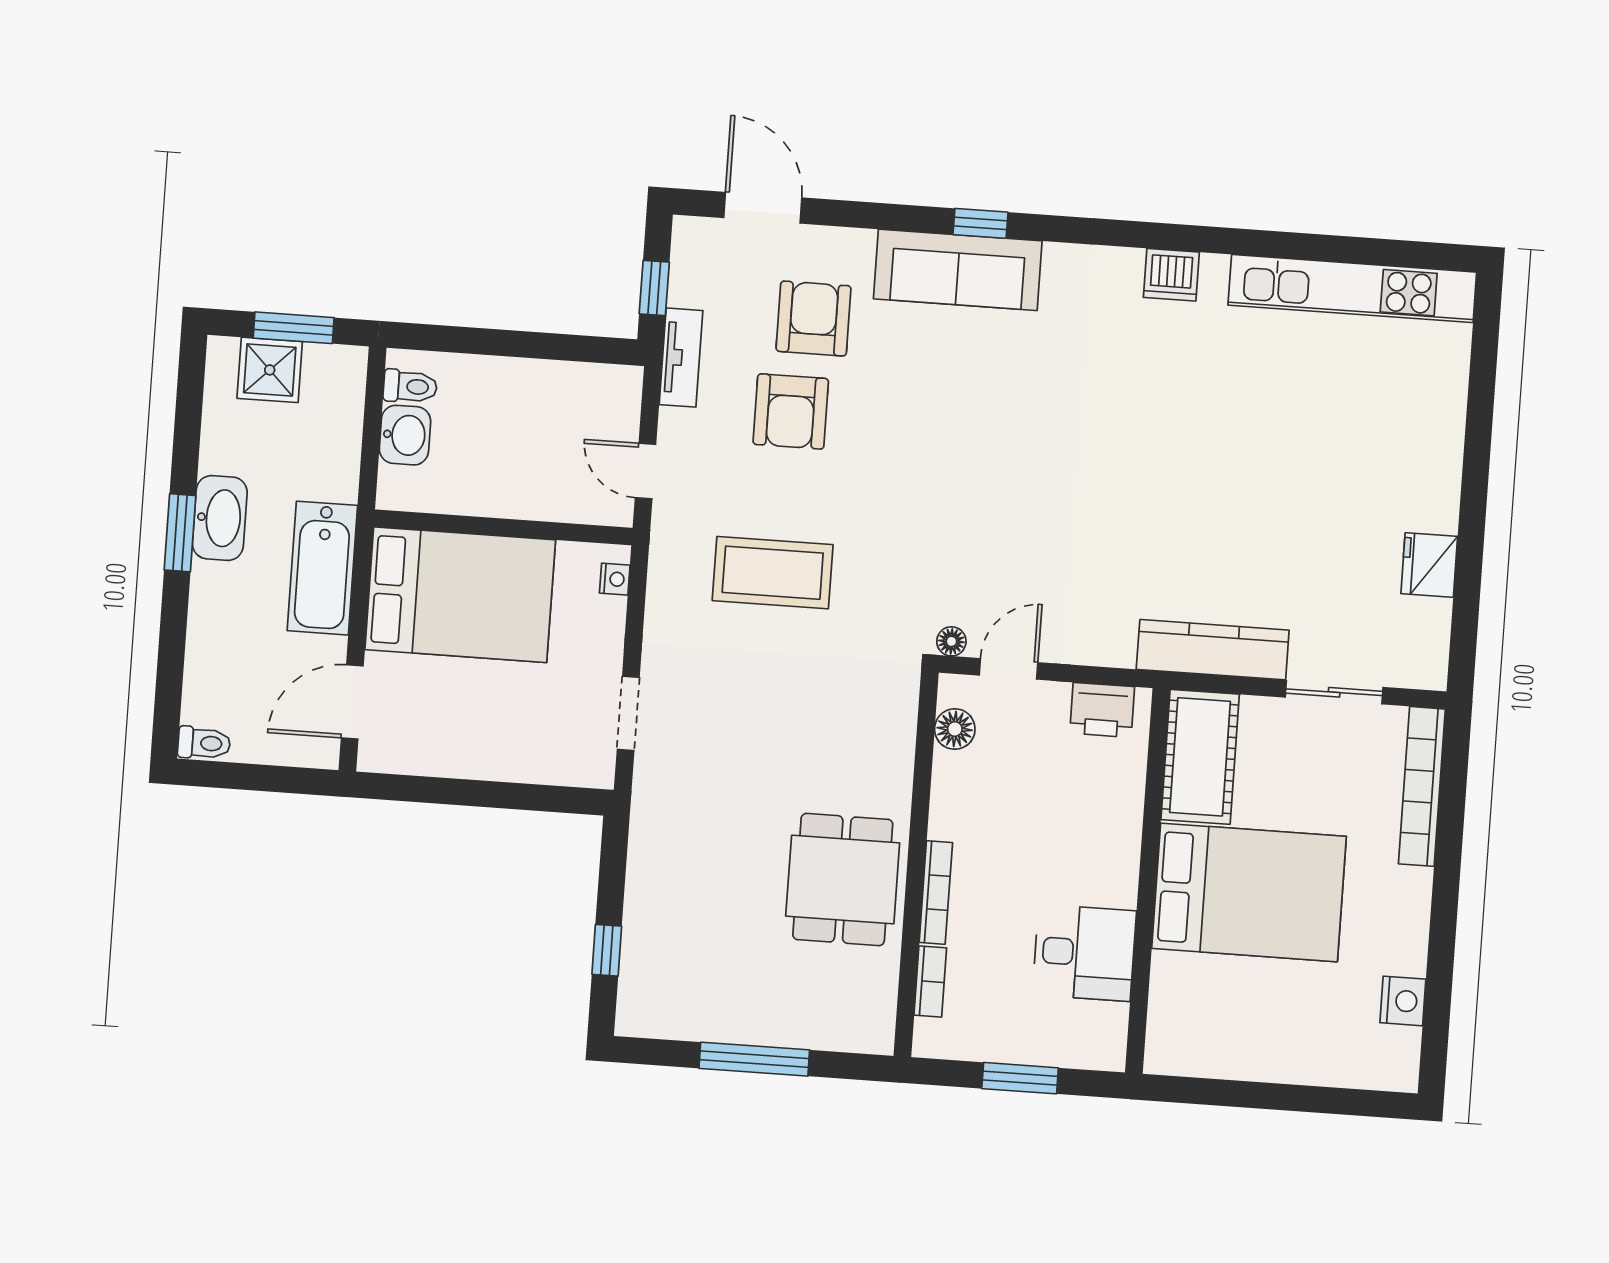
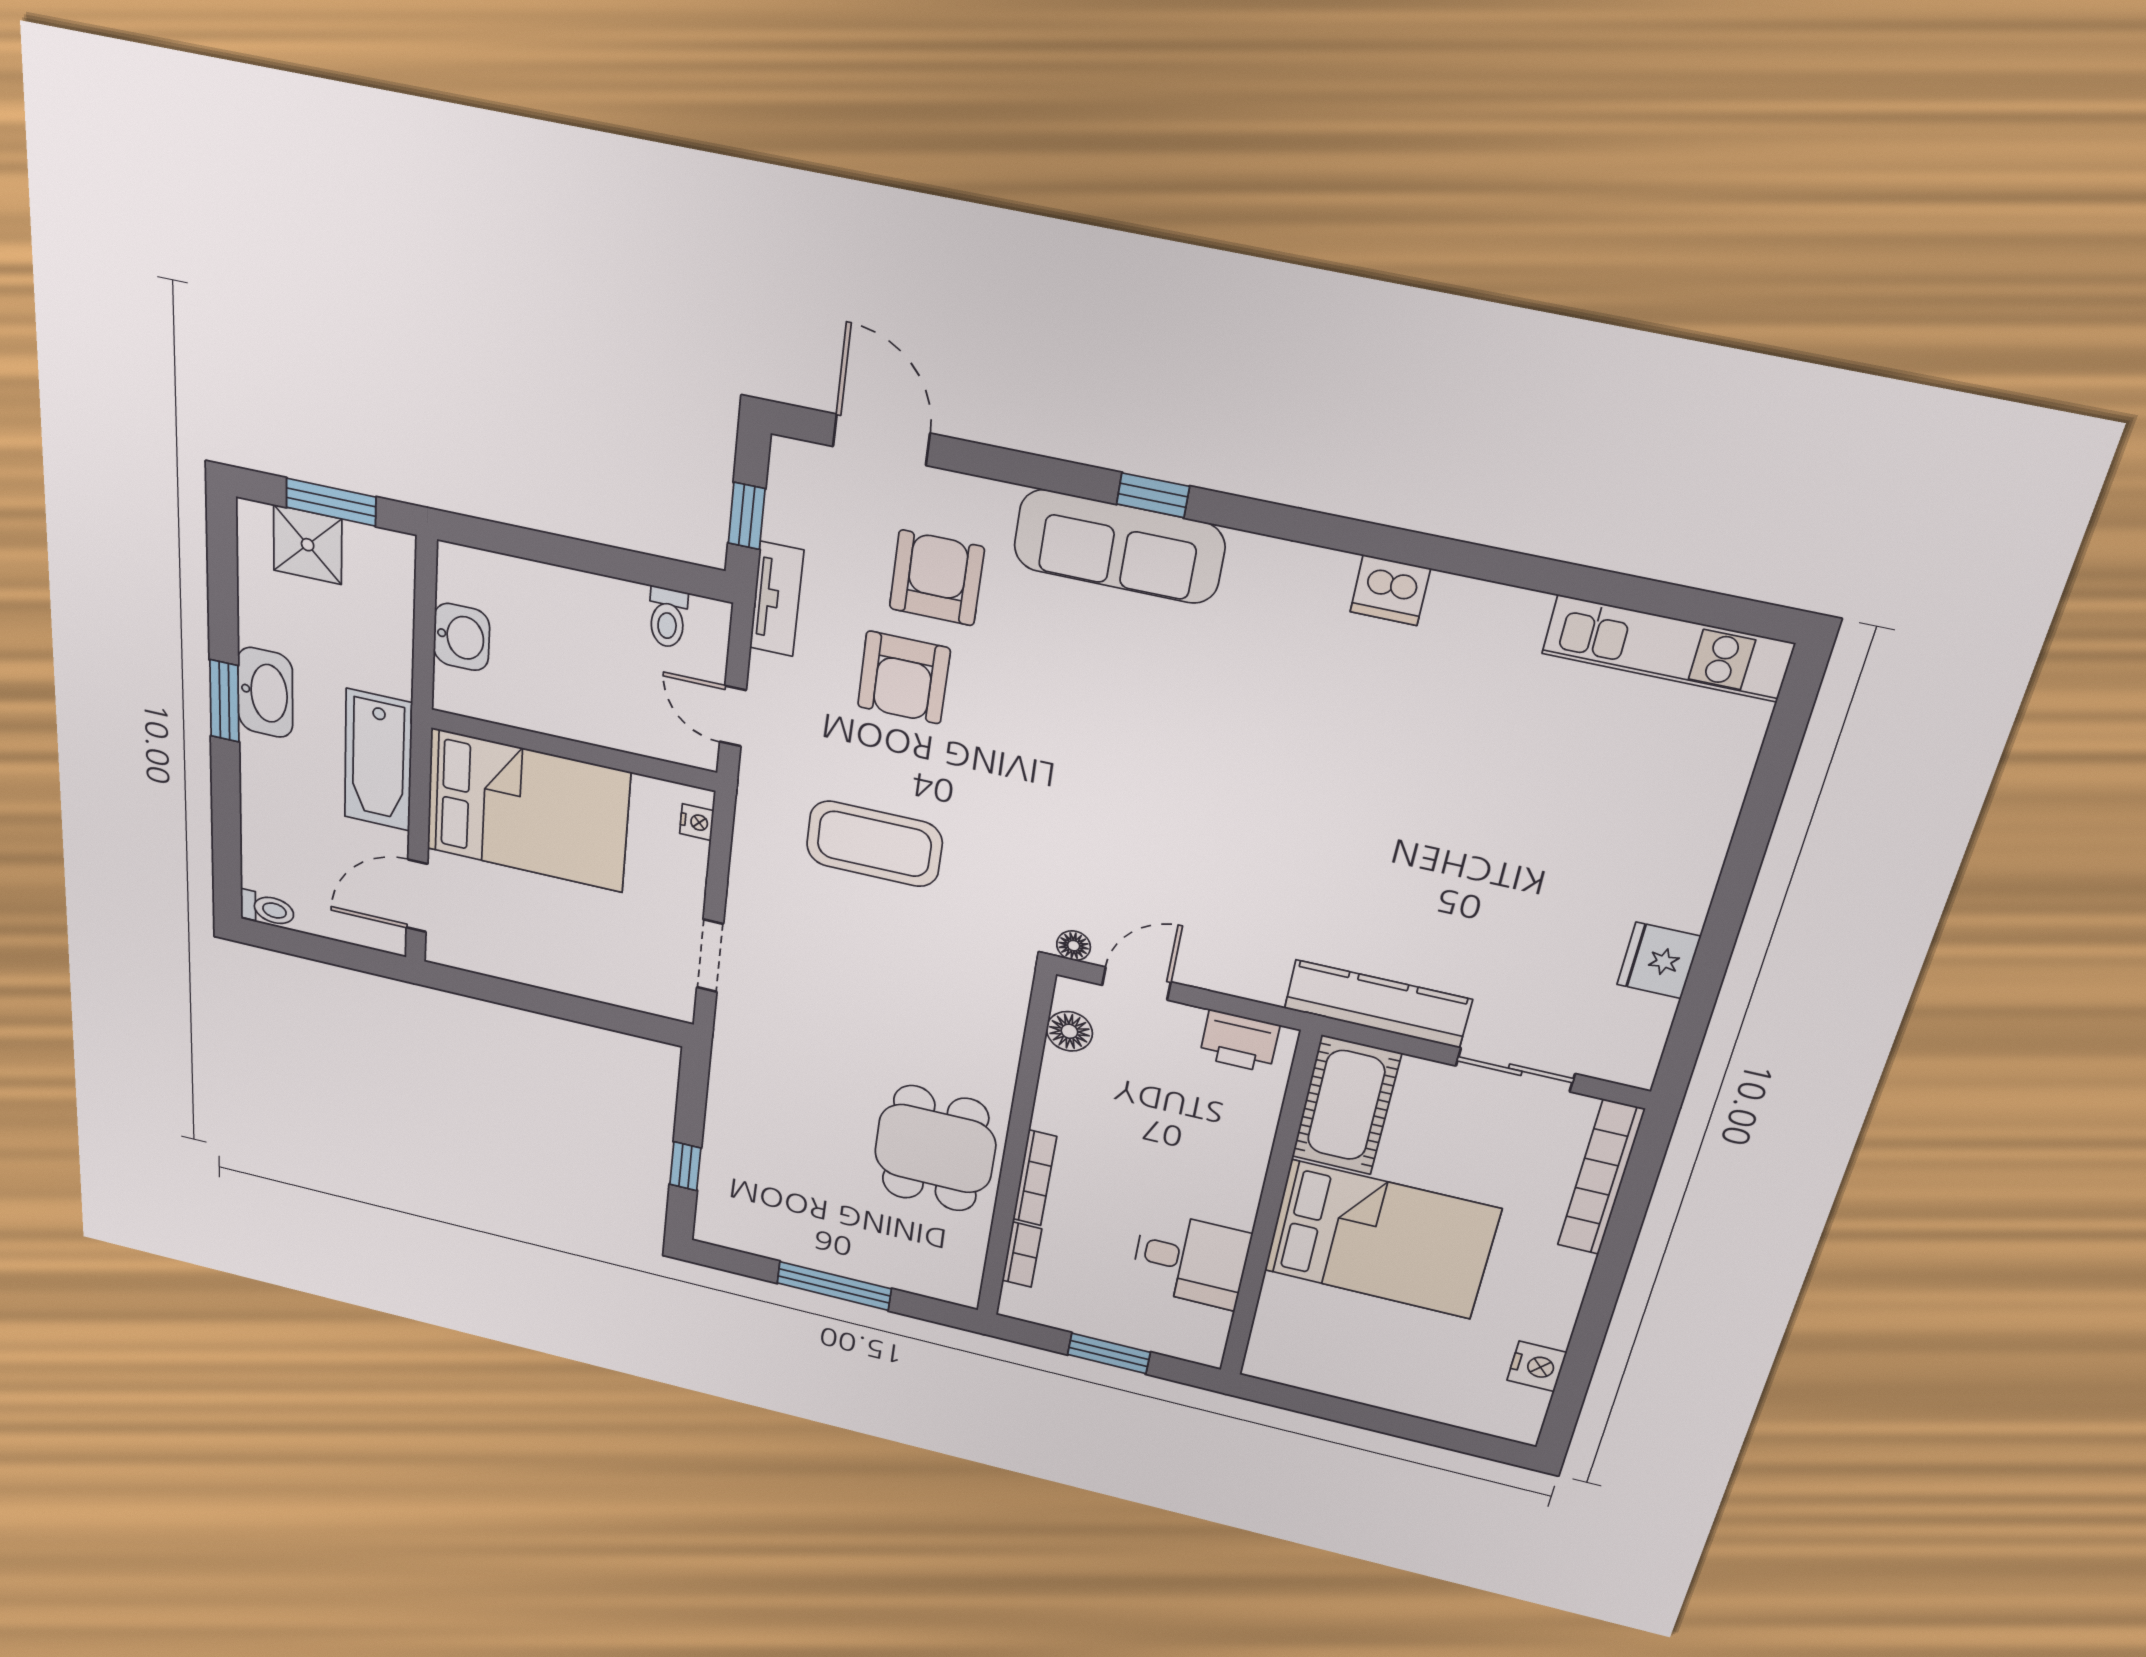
kitchen unit: (1352, 289) -> (1667, 648), width x0.73
toilet: (410, 386) -> (668, 618), moved, turned 90

